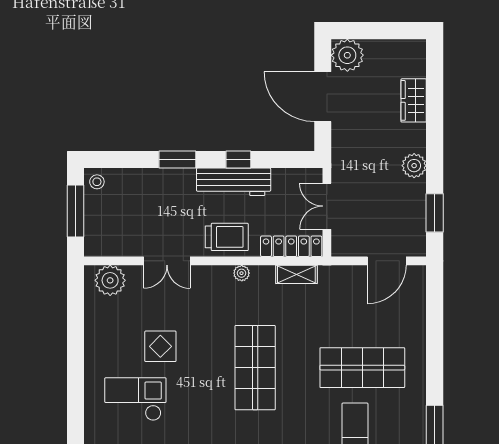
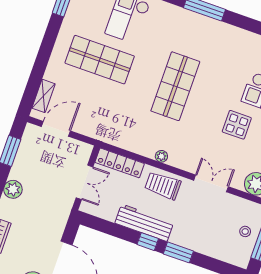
window: (238, 160) -> (148, 242), moved
stool: (97, 182) -> (245, 231), moved
shelving: (296, 274) -> (44, 96), moved, turned 90

